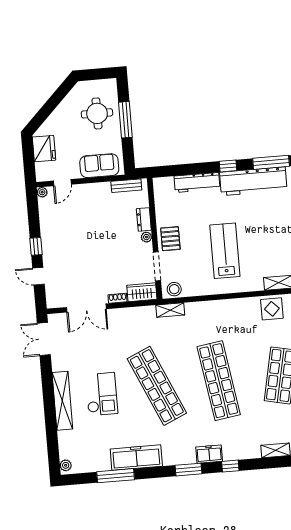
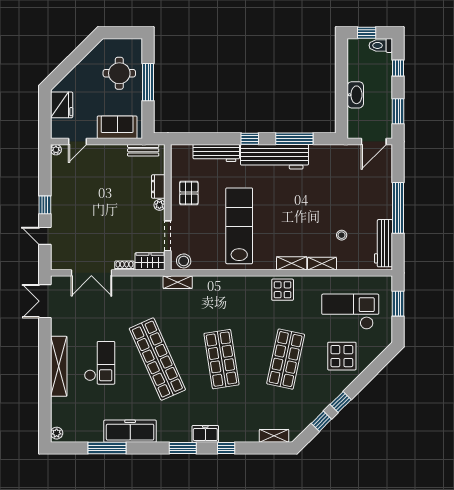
pallet: (170, 239) -> (189, 193), moved
lab bench: (225, 251) -> (239, 226), width x1.36
shop shelf: (219, 381) -> (221, 359), width x0.71

